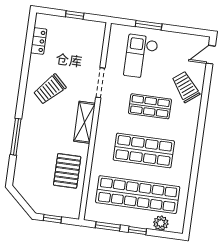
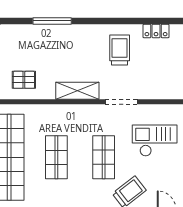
trolley: (50, 89) -> (120, 50), moved, turned 46
shop shelf: (144, 150) -> (56, 157), width x0.70, depth x0.74
pallet: (67, 171) -> (24, 80), width x0.67, depth x0.71

